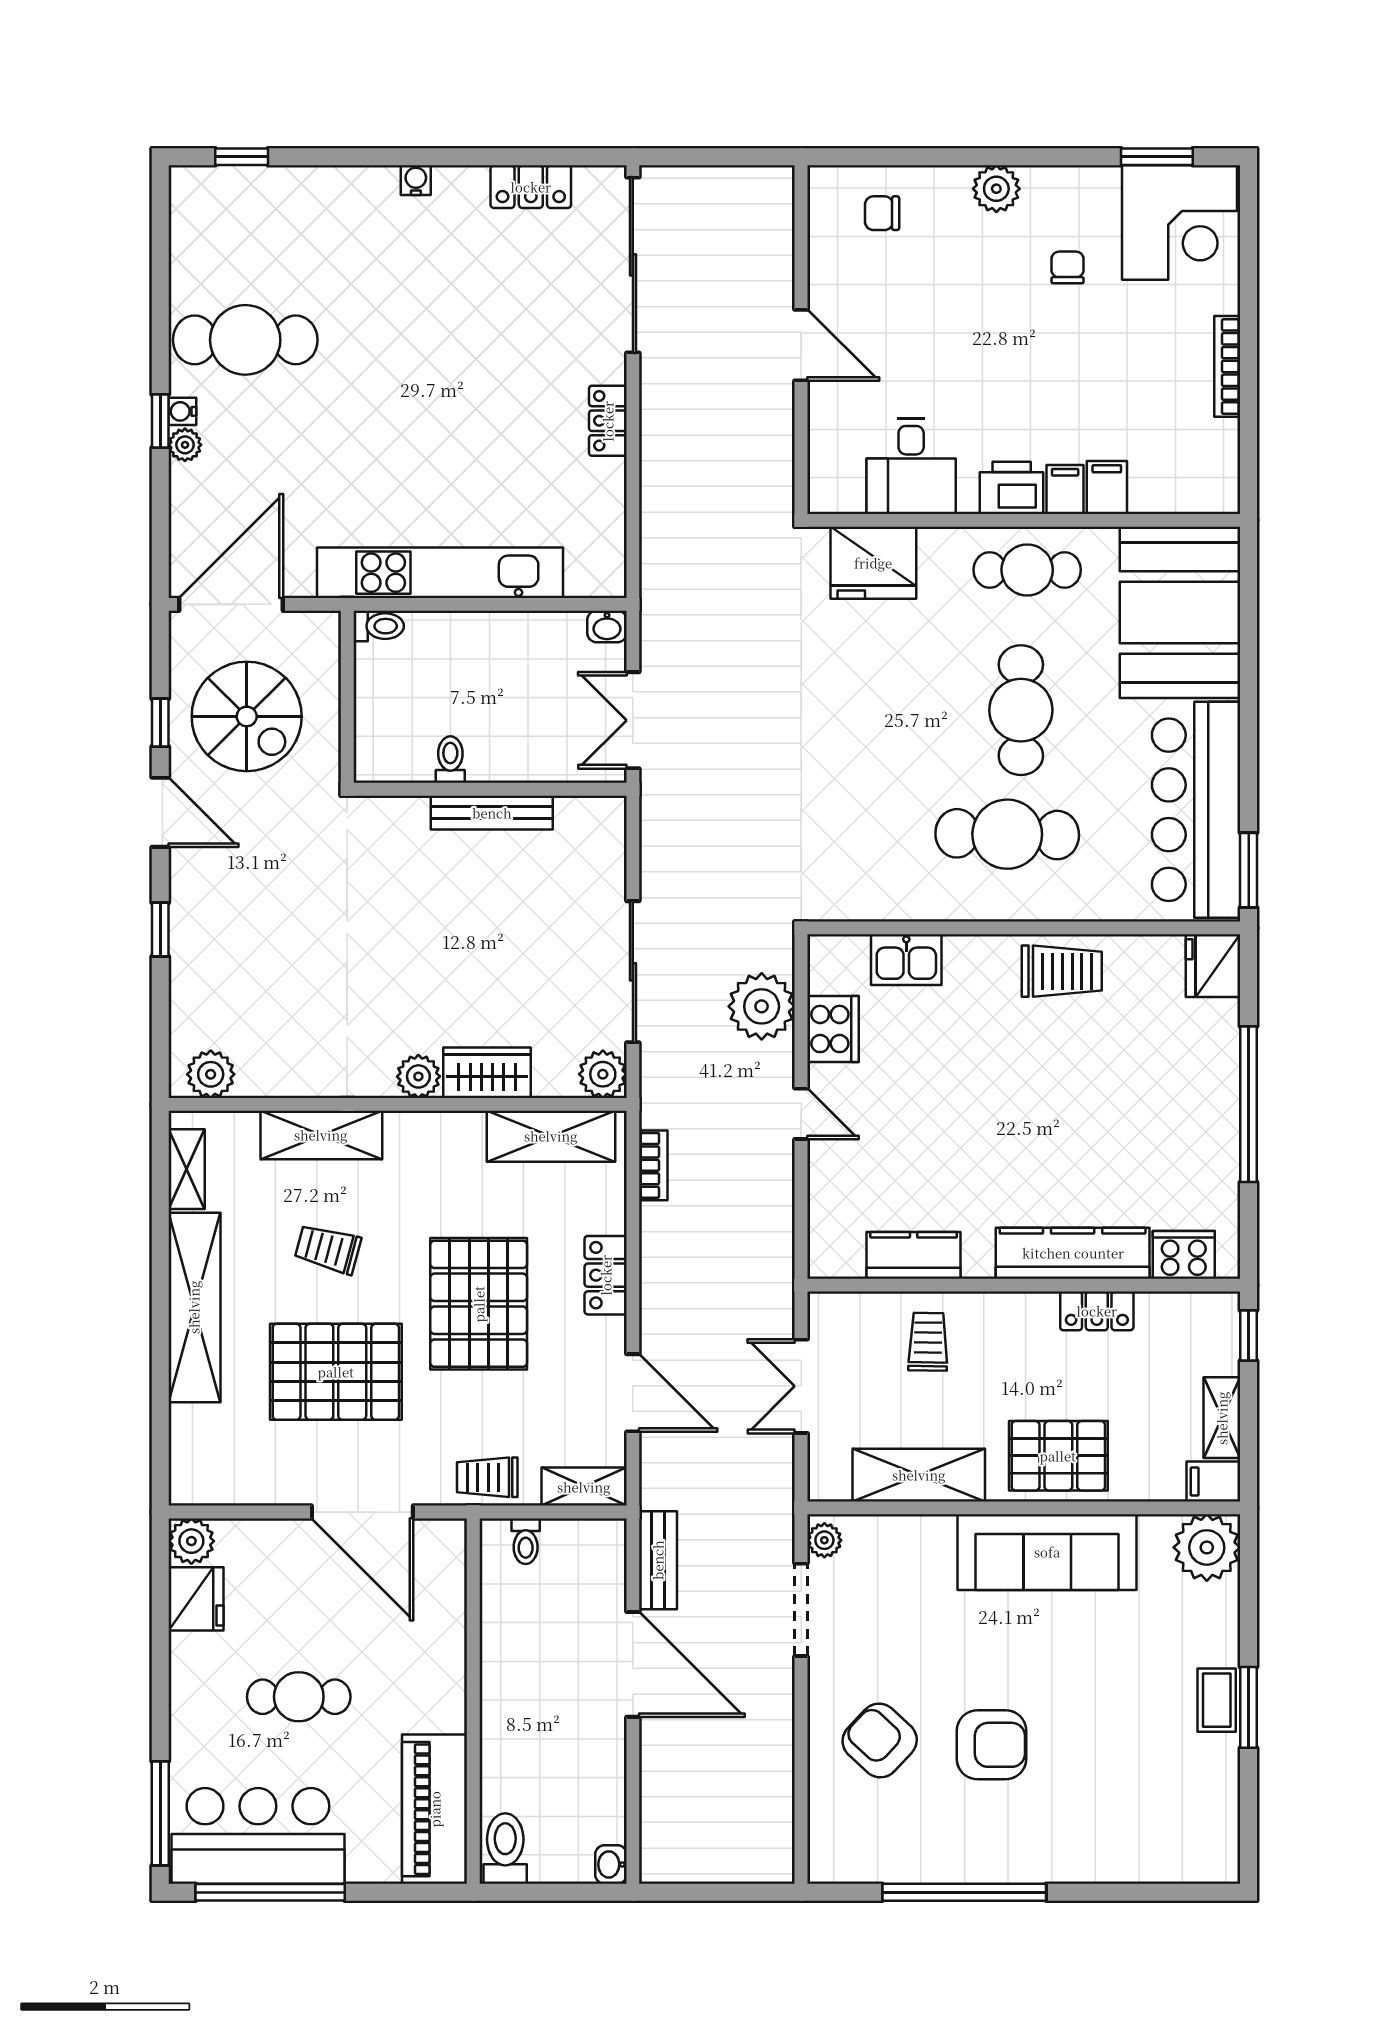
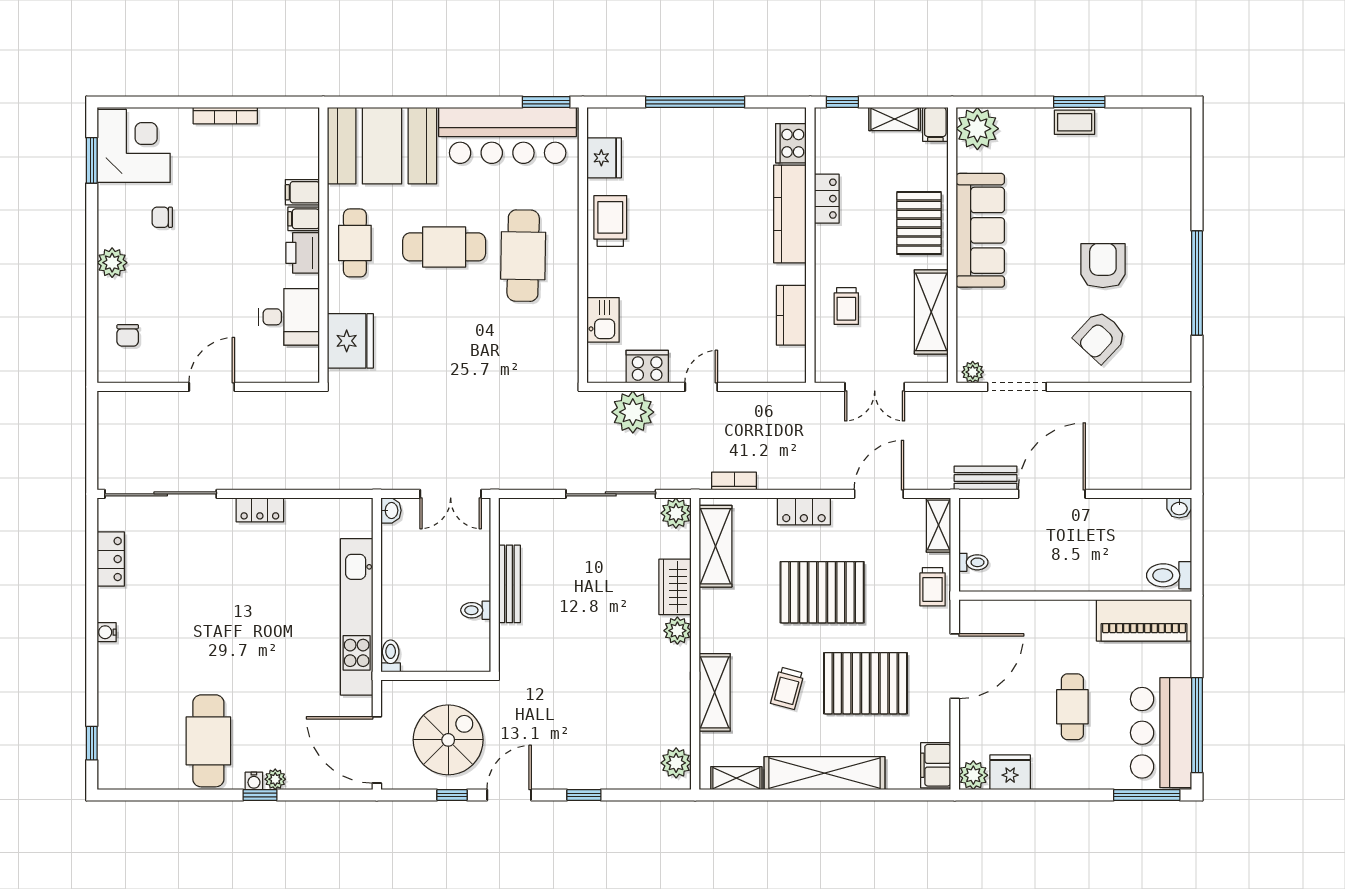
fridge: (1213, 966) -> (604, 158), moved, turned -90
trolley: (928, 1342) -> (846, 306), turned -91
pallet: (336, 1372) -> (865, 683), turned 90
filing cabinet: (207, 1482) -> (936, 765), added

